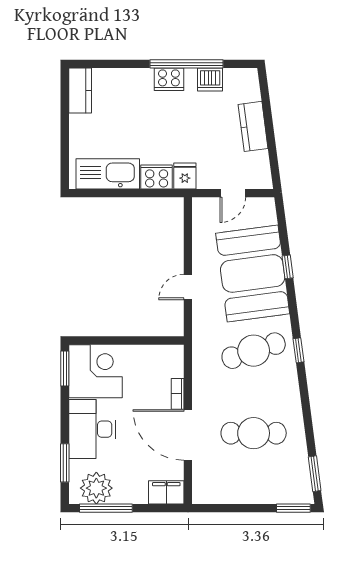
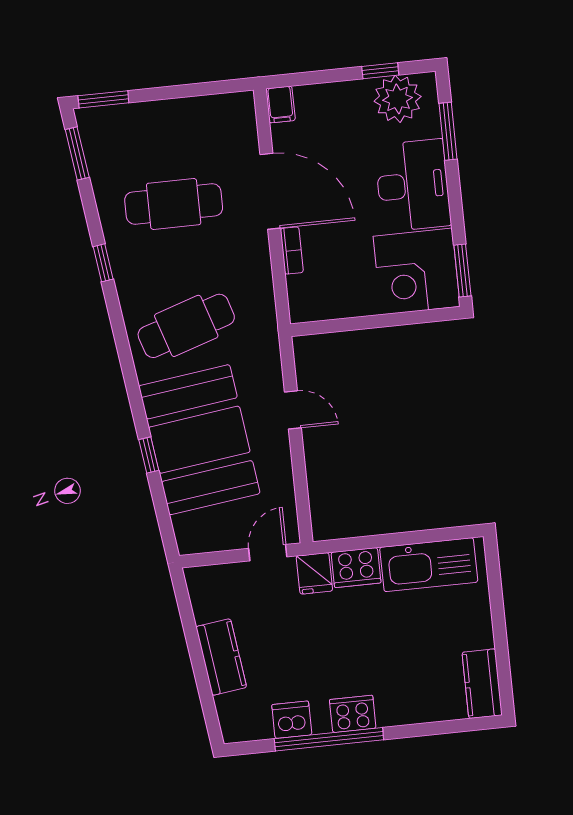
door: (233, 193) -> (268, 553), moved
door: (188, 287) -> (293, 410), hinge flipped
window: (298, 350) -> (103, 263), moved
filing cabinet: (166, 492) -> (280, 105), width x0.50
window: (106, 508) -> (380, 71), width x0.46

